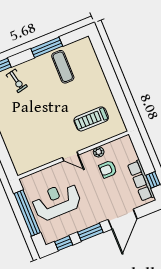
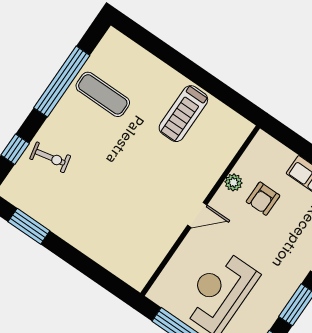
window: (47, 47) -> (62, 82), width x1.46
treadmill: (91, 119) -> (183, 114), moved

